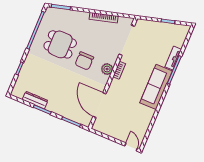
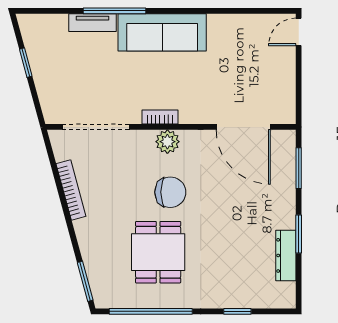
door: (99, 105) -> (243, 127), hinge flipped

